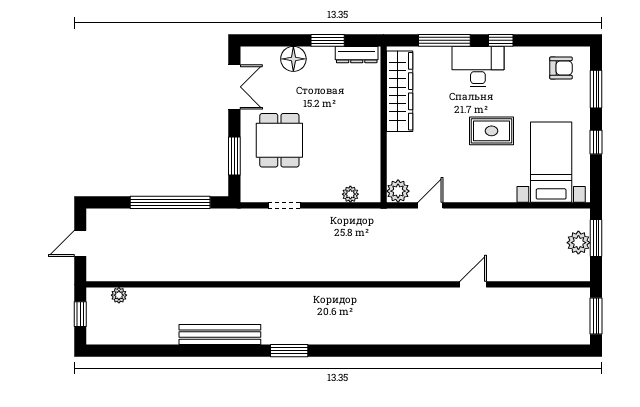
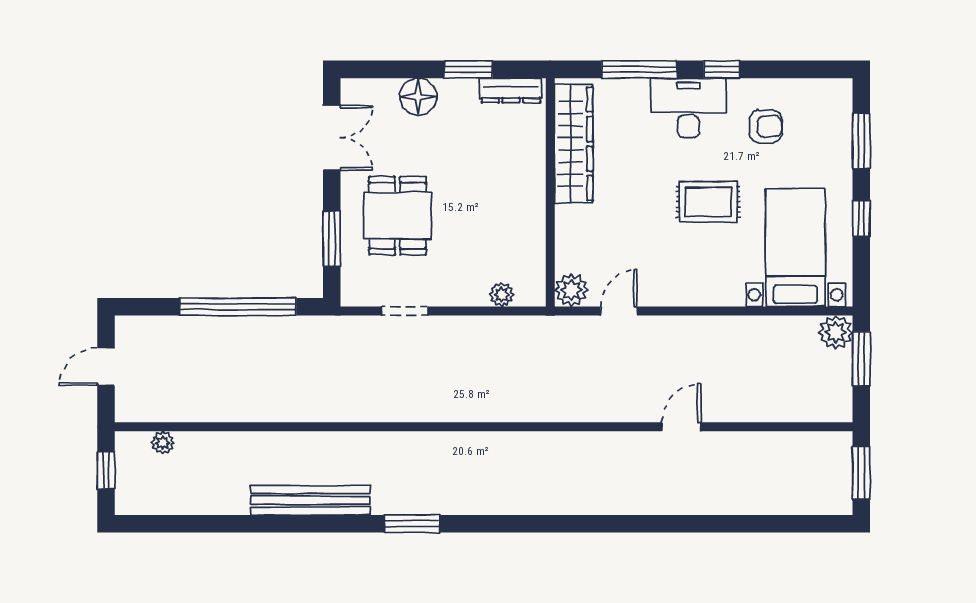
armchair: (561, 68) -> (765, 126), moved
plant: (578, 243) -> (836, 332), moved

